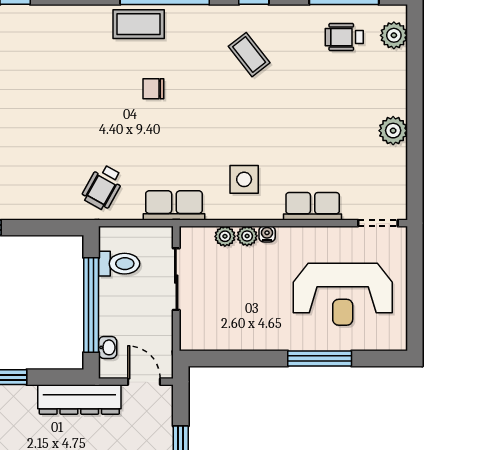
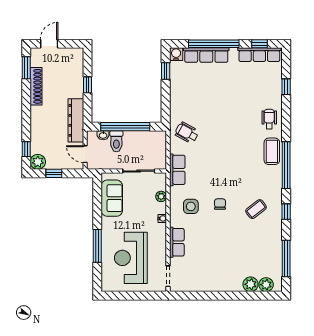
wheelchair: (344, 37) -> (269, 119), moved
chair: (153, 89) -> (220, 204), moved
plant: (393, 131) -> (251, 284), moved
plant: (247, 236) -> (161, 208), removed
toilet: (119, 264) -> (116, 141), moved
sofa: (228, 331) -> (112, 198), added
door: (144, 382) -> (85, 154), swing flipped

